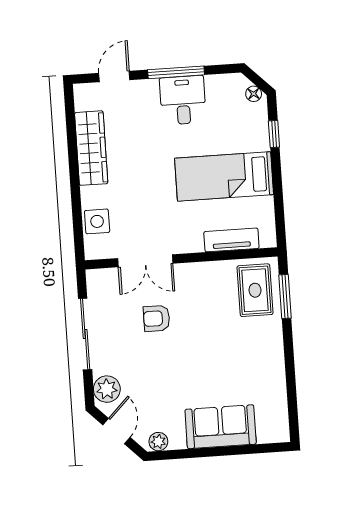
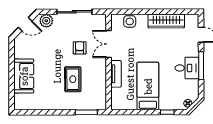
tv unit: (231, 240) -> (116, 74), moved
rug: (255, 290) -> (73, 79), moved, turned 90
plant: (158, 442) -> (18, 45), removed

